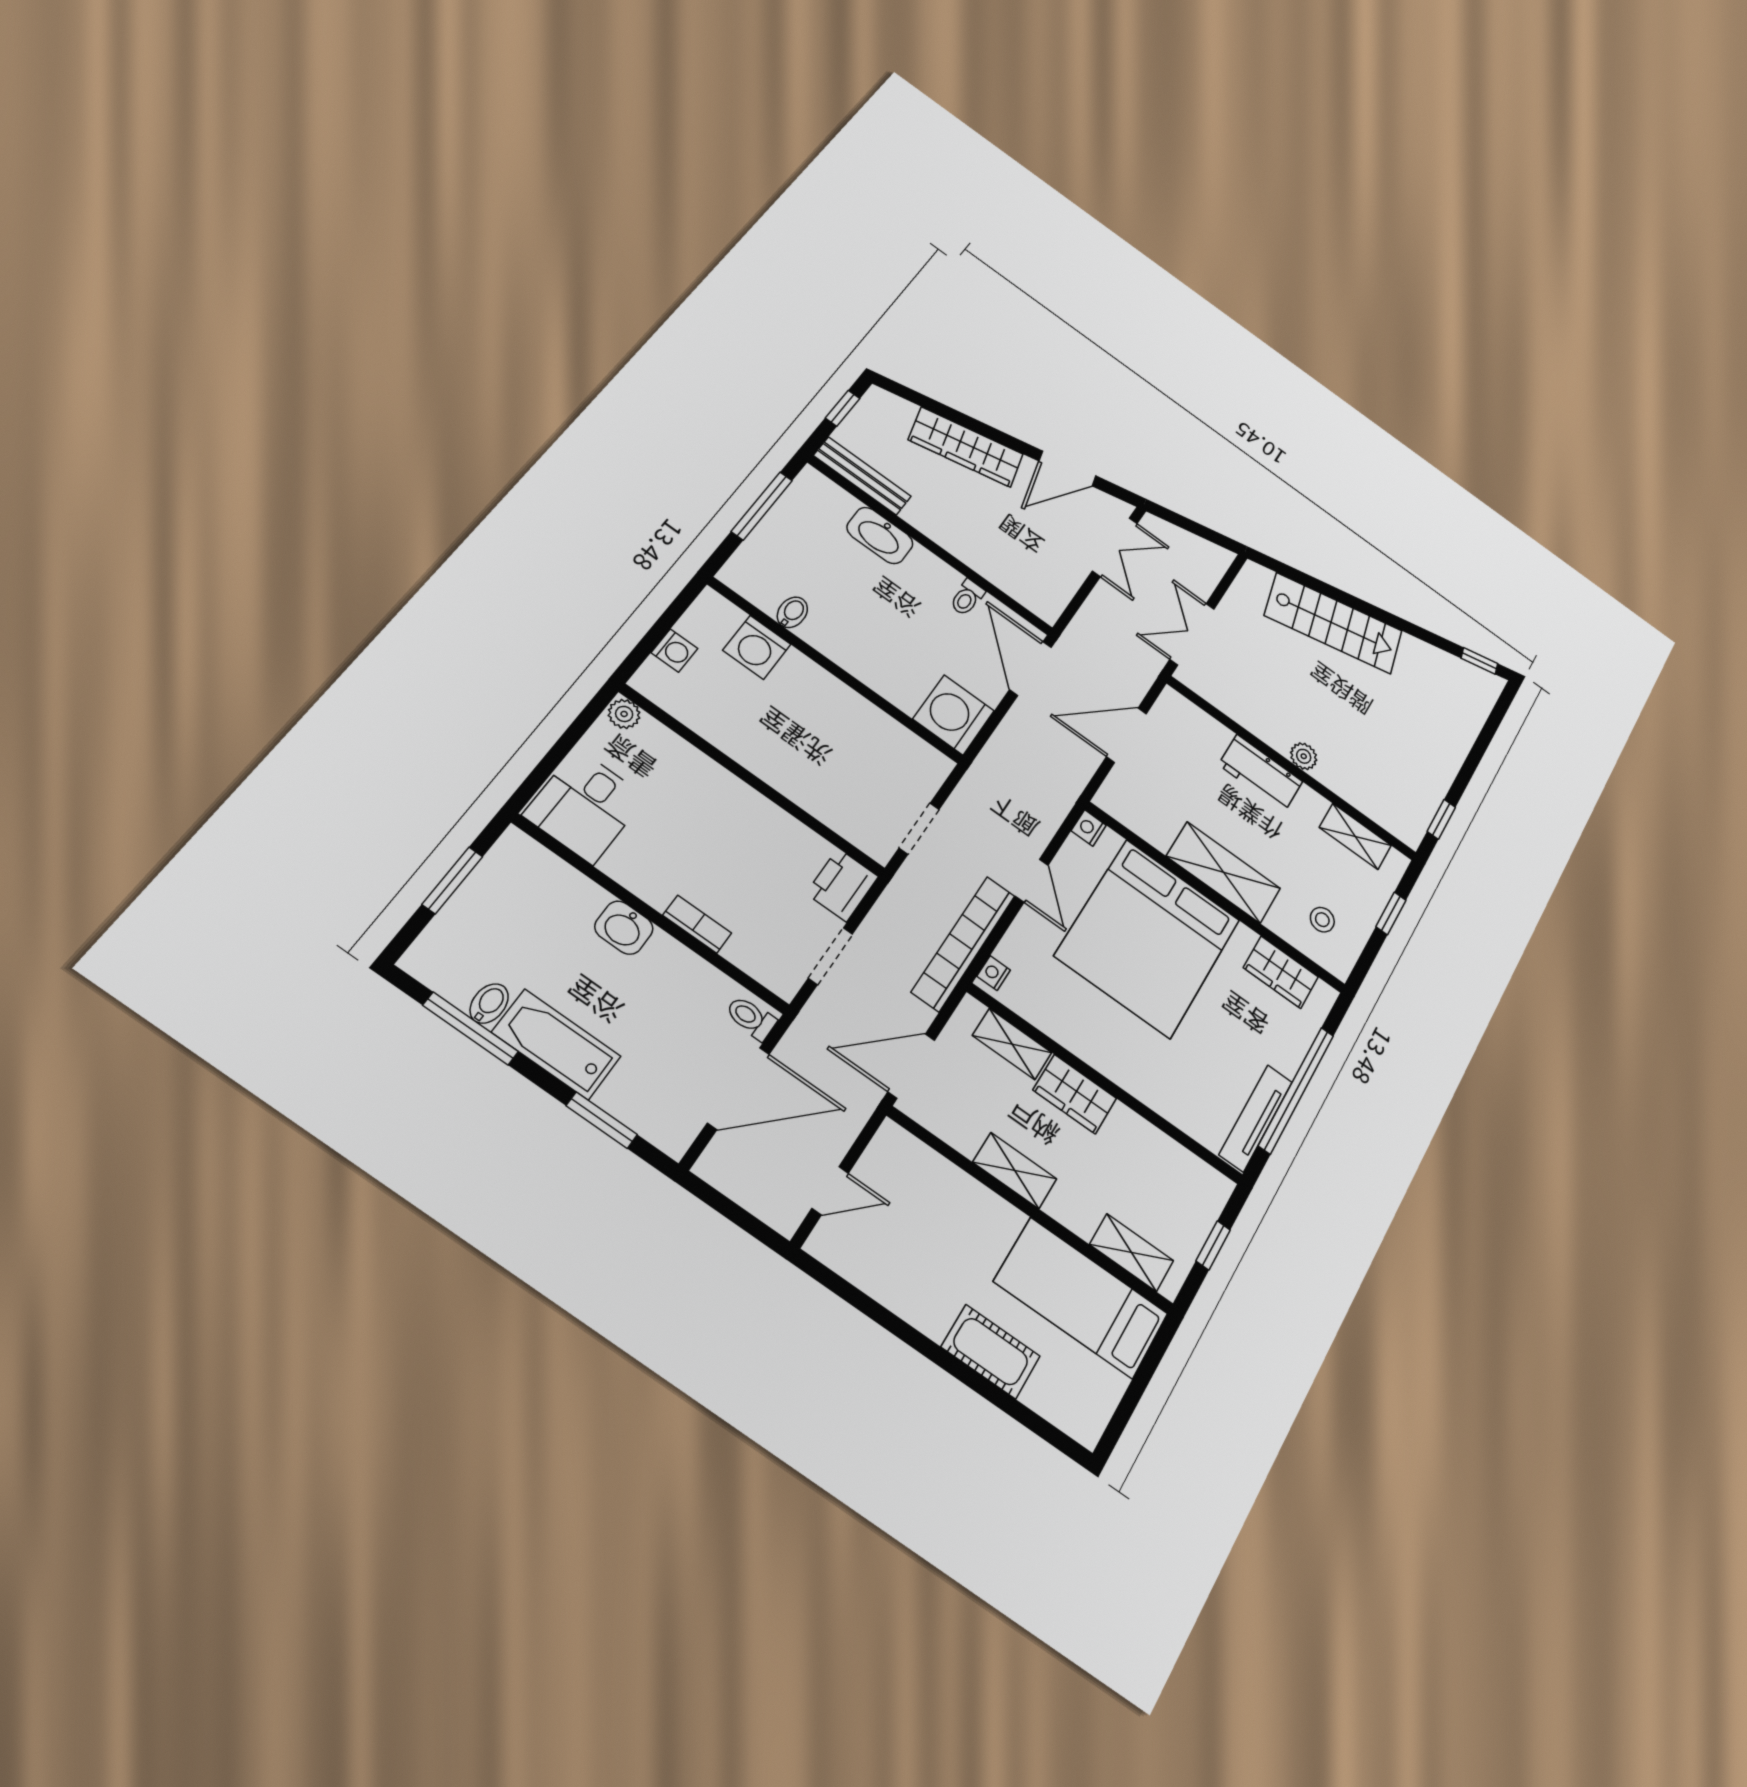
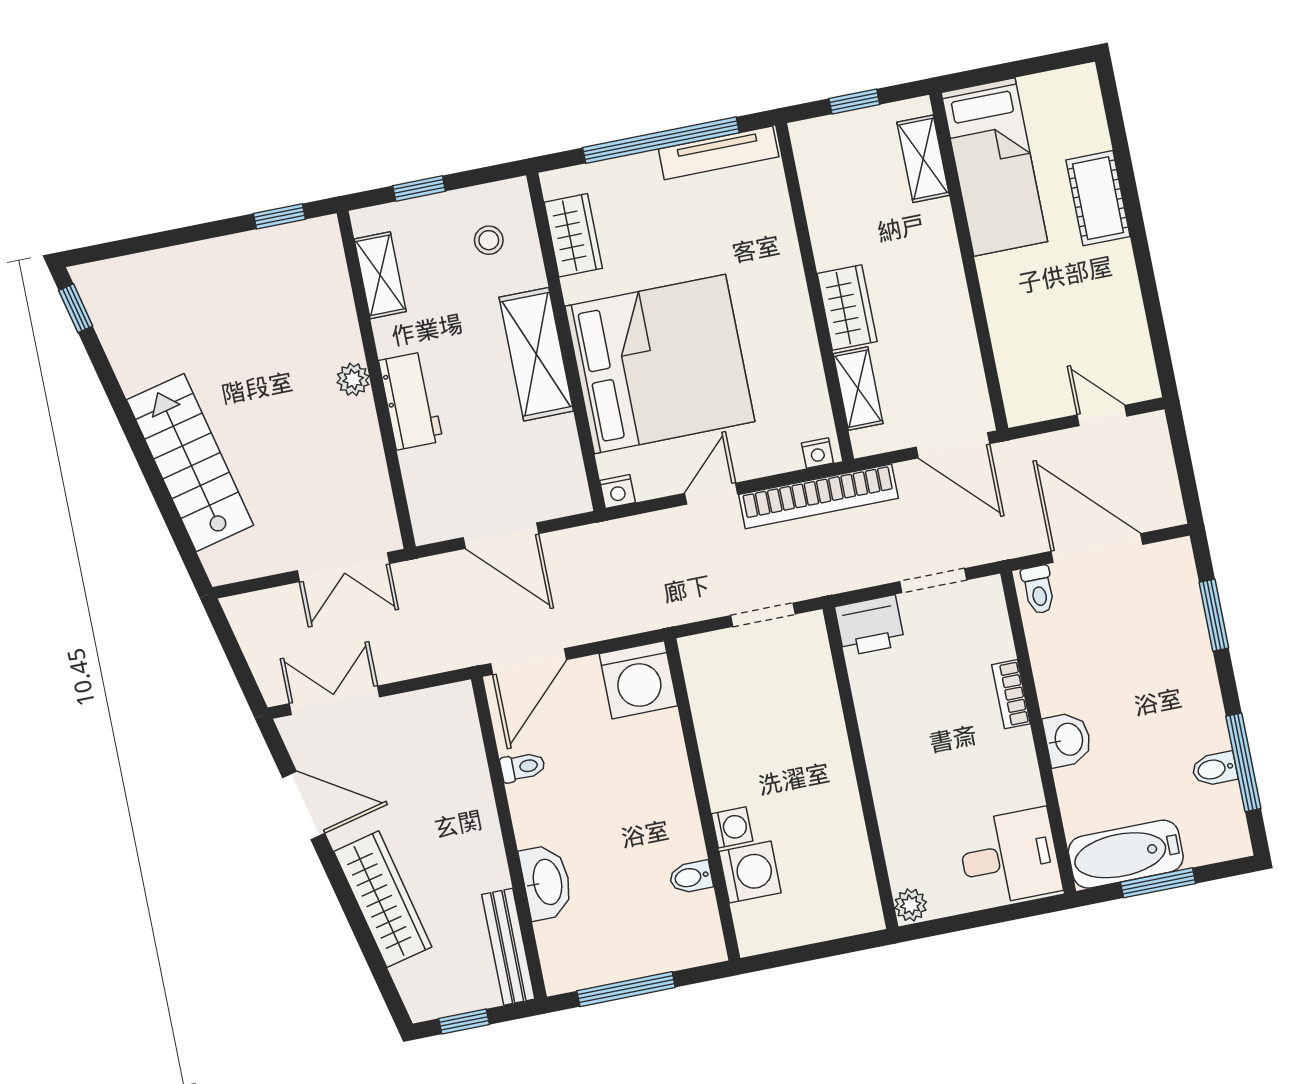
washing machine: (674, 651) -> (732, 827), moved, turned 90
bathtub: (556, 1044) -> (1126, 854), moved, turned 90
shelving: (1015, 1170) -> (951, 299), removed

